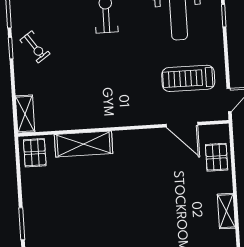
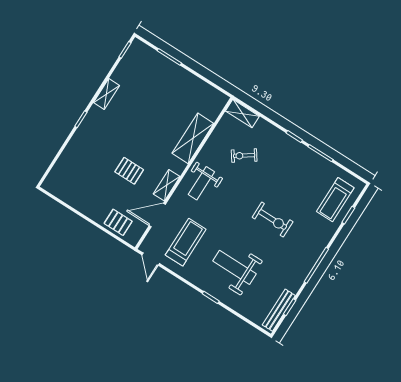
exercise bike: (35, 47) -> (244, 156), moved
weight bench: (121, 105) -> (201, 183), added
pallet: (35, 153) -> (129, 171), moved
shelving: (226, 211) -> (167, 185), moved, turned 90

